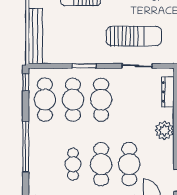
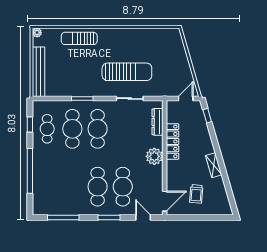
window: (26, 82) -> (30, 124), moved
cafe table: (45, 100) -> (47, 129), width x0.73, depth x0.74
cafe table: (73, 164) -> (72, 187), removed

